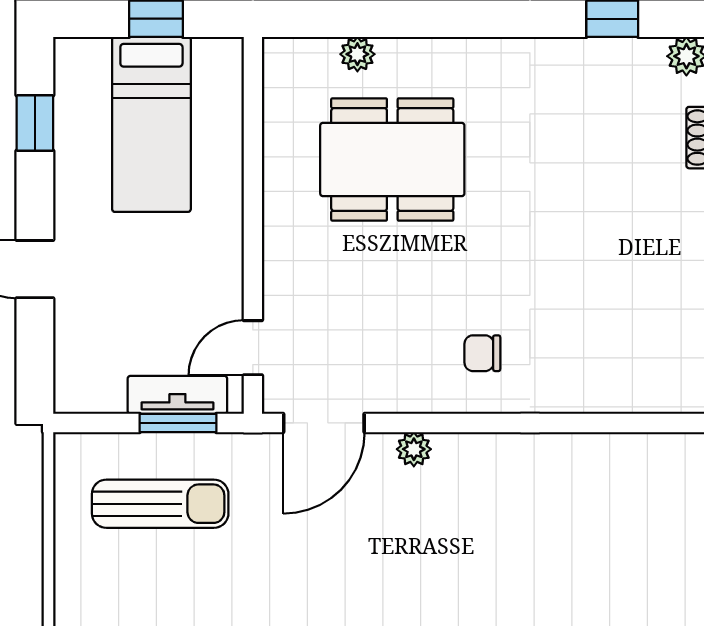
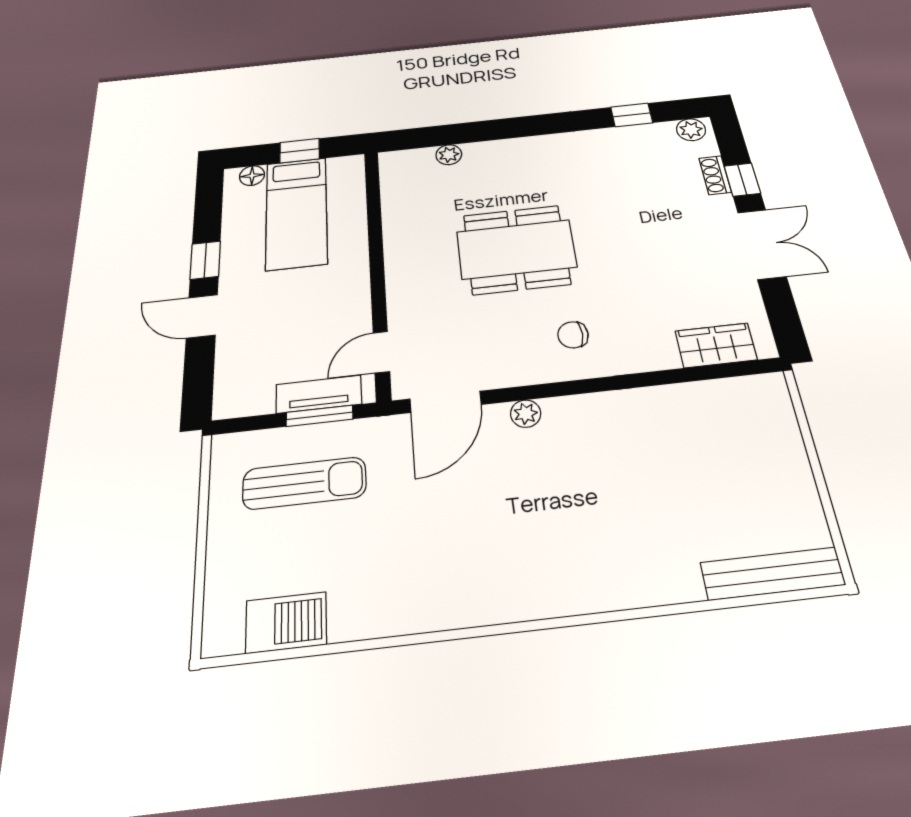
floor lamp: (92, 54) -> (252, 176), added
window: (35, 123) -> (205, 260), moved
dining table: (392, 159) -> (516, 249), moved
wardrobe: (647, 389) -> (716, 345), added

